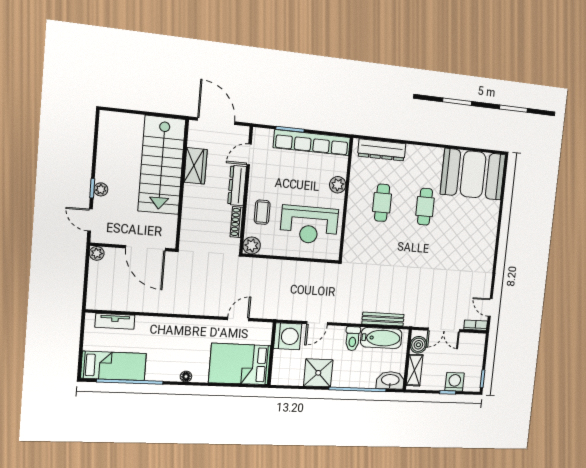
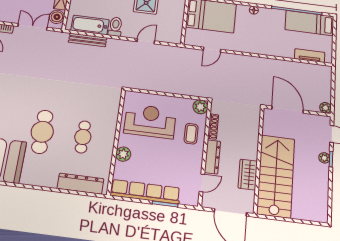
cafe table: (425, 207) -> (42, 132), width x1.37, depth x1.35
washing machine: (288, 336) -> (171, 33), removed

